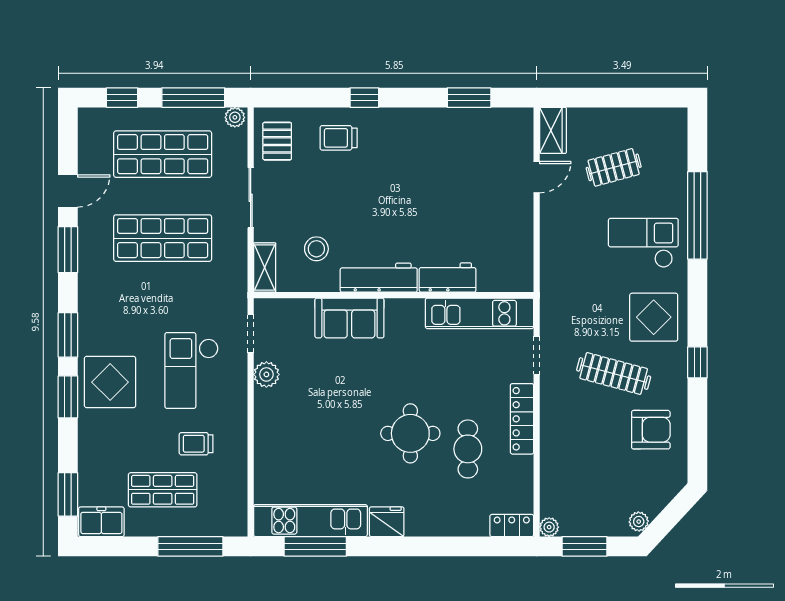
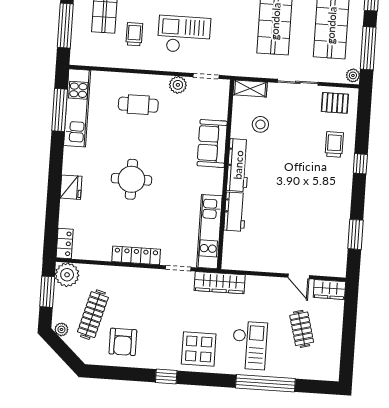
wardrobe: (554, 293) -> (220, 283), added
clothes rail: (614, 374) -> (93, 315), moved
cafe table: (468, 449) -> (138, 105), moved
fridge: (387, 522) -> (71, 187), moved
plant: (549, 527) -> (67, 275), width x1.87, depth x1.87

